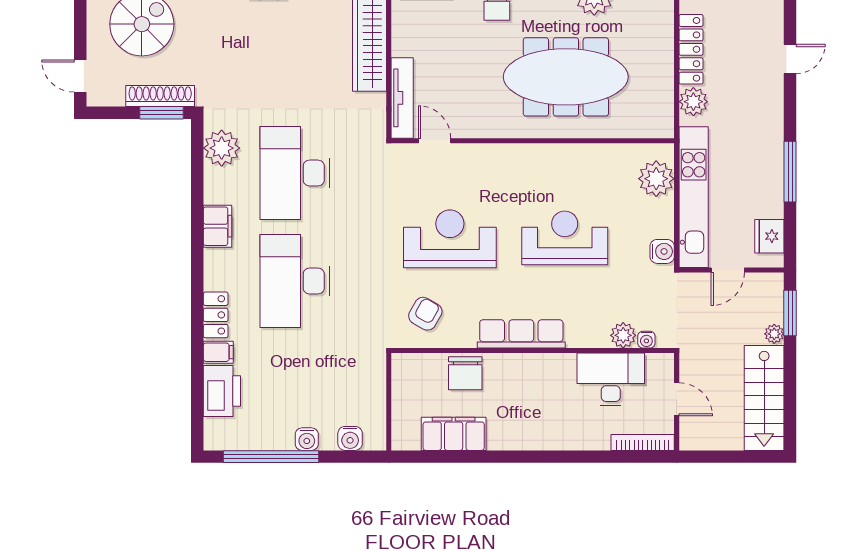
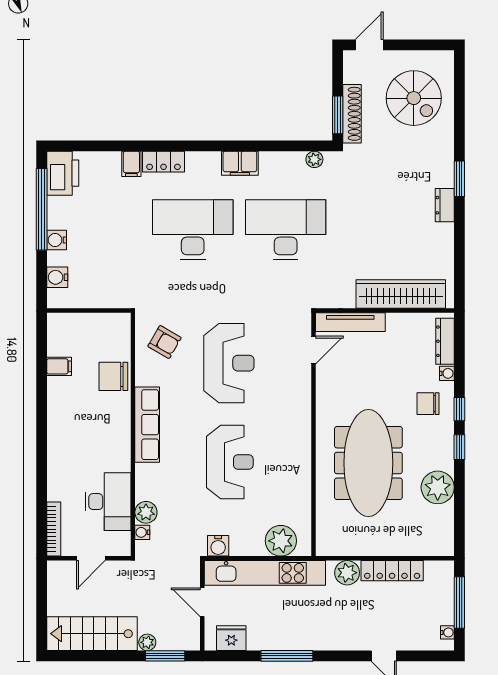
plant: (222, 148) -> (314, 159), width x0.53, depth x0.53
printer: (222, 391) -> (63, 173), moved, turned -90
filing cabinet: (454, 434) -> (59, 366), width x0.33, depth x0.86

